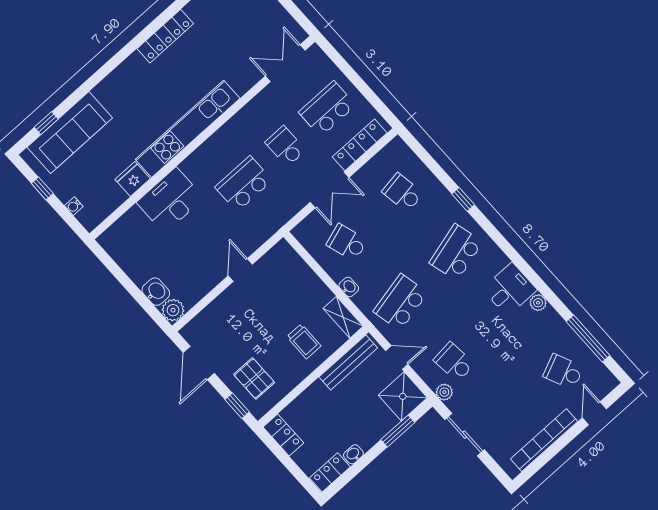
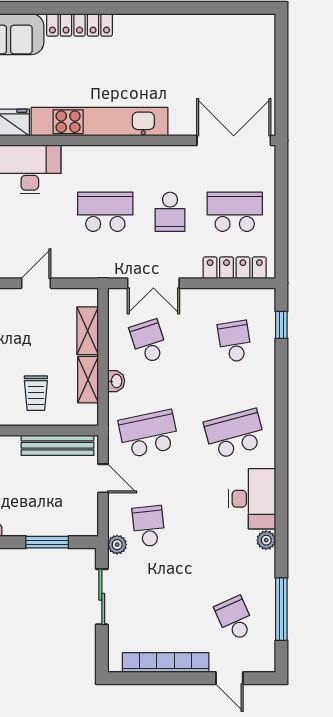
locker: (165, 36) -> (80, 25), moved
double door: (285, 63) -> (234, 140), width x1.37
school desk: (285, 146) -> (170, 212), turned 180
double door: (330, 190) -> (153, 283), moved
window: (463, 199) -> (281, 325), moved
shelving: (301, 271) -> (88, 331), added
desk: (510, 289) -> (252, 499), width x1.37
shelving: (343, 317) -> (88, 380), moved
shower: (403, 396) -> (78, 516), removed
door: (594, 413) -> (229, 678), swing flipped

